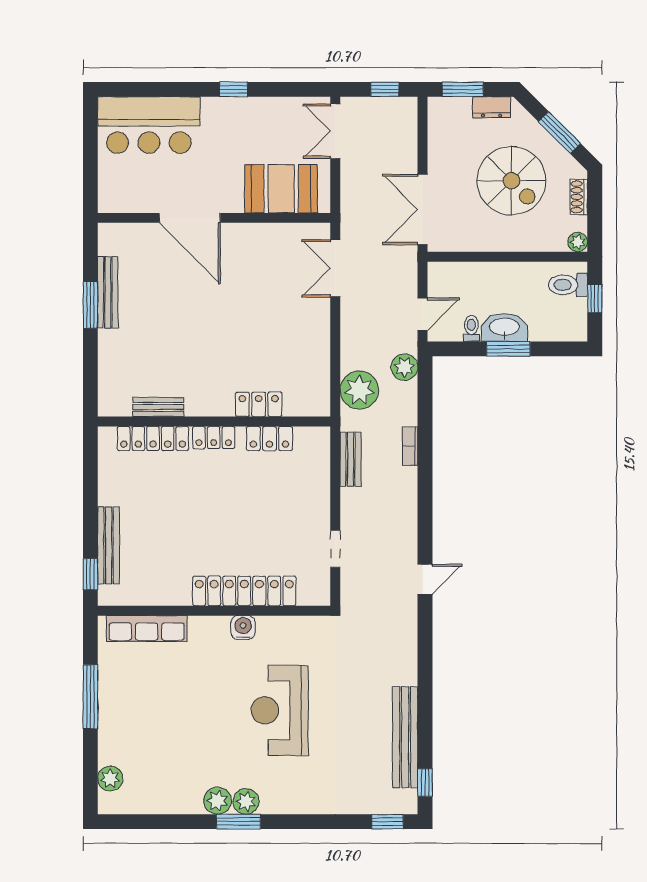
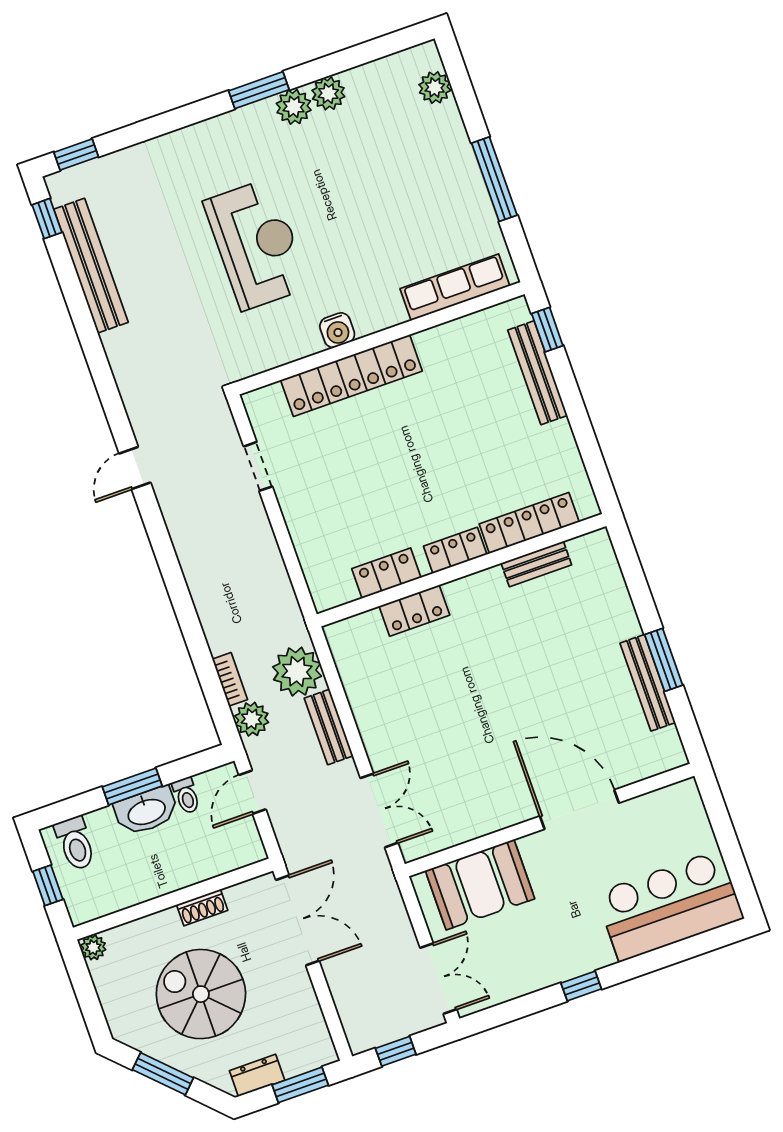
shoe rack: (579, 197) -> (202, 908), moved, turned 90
toilet: (568, 285) -> (75, 843), moved, turned 90
bookcase: (410, 446) -> (230, 679), moved
bench: (351, 459) -> (329, 727), moved
plant: (246, 801) -> (328, 93), moved

